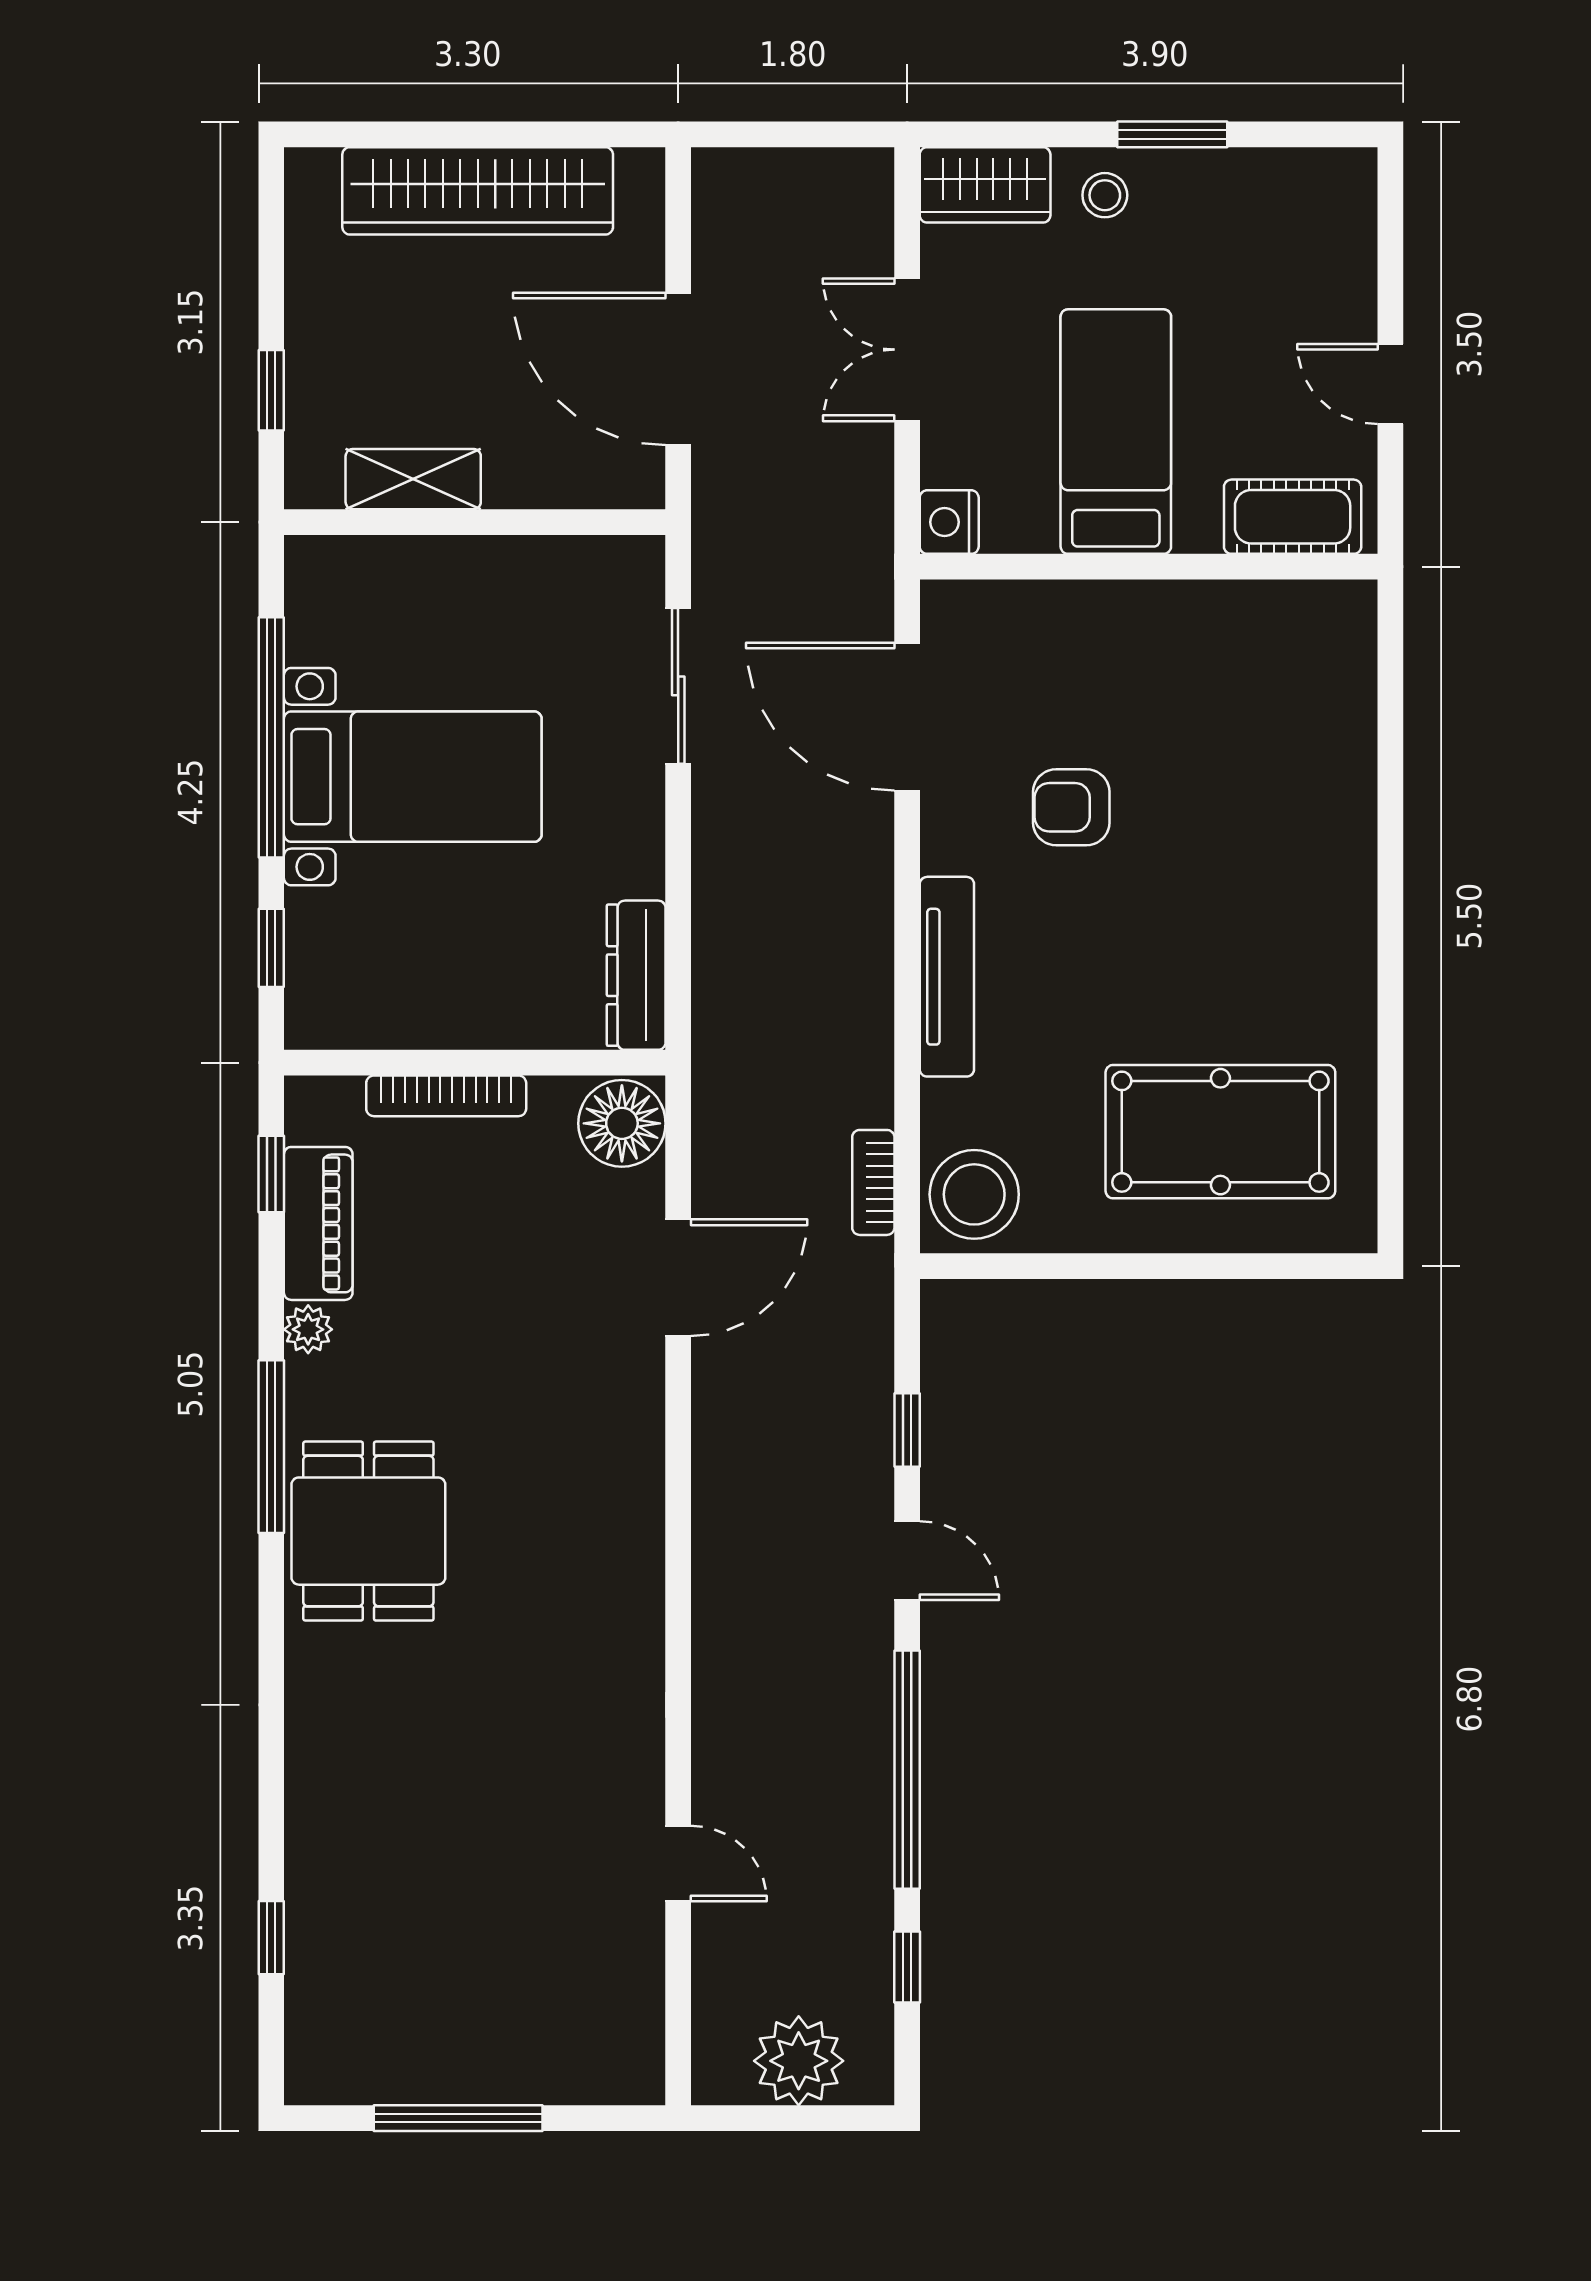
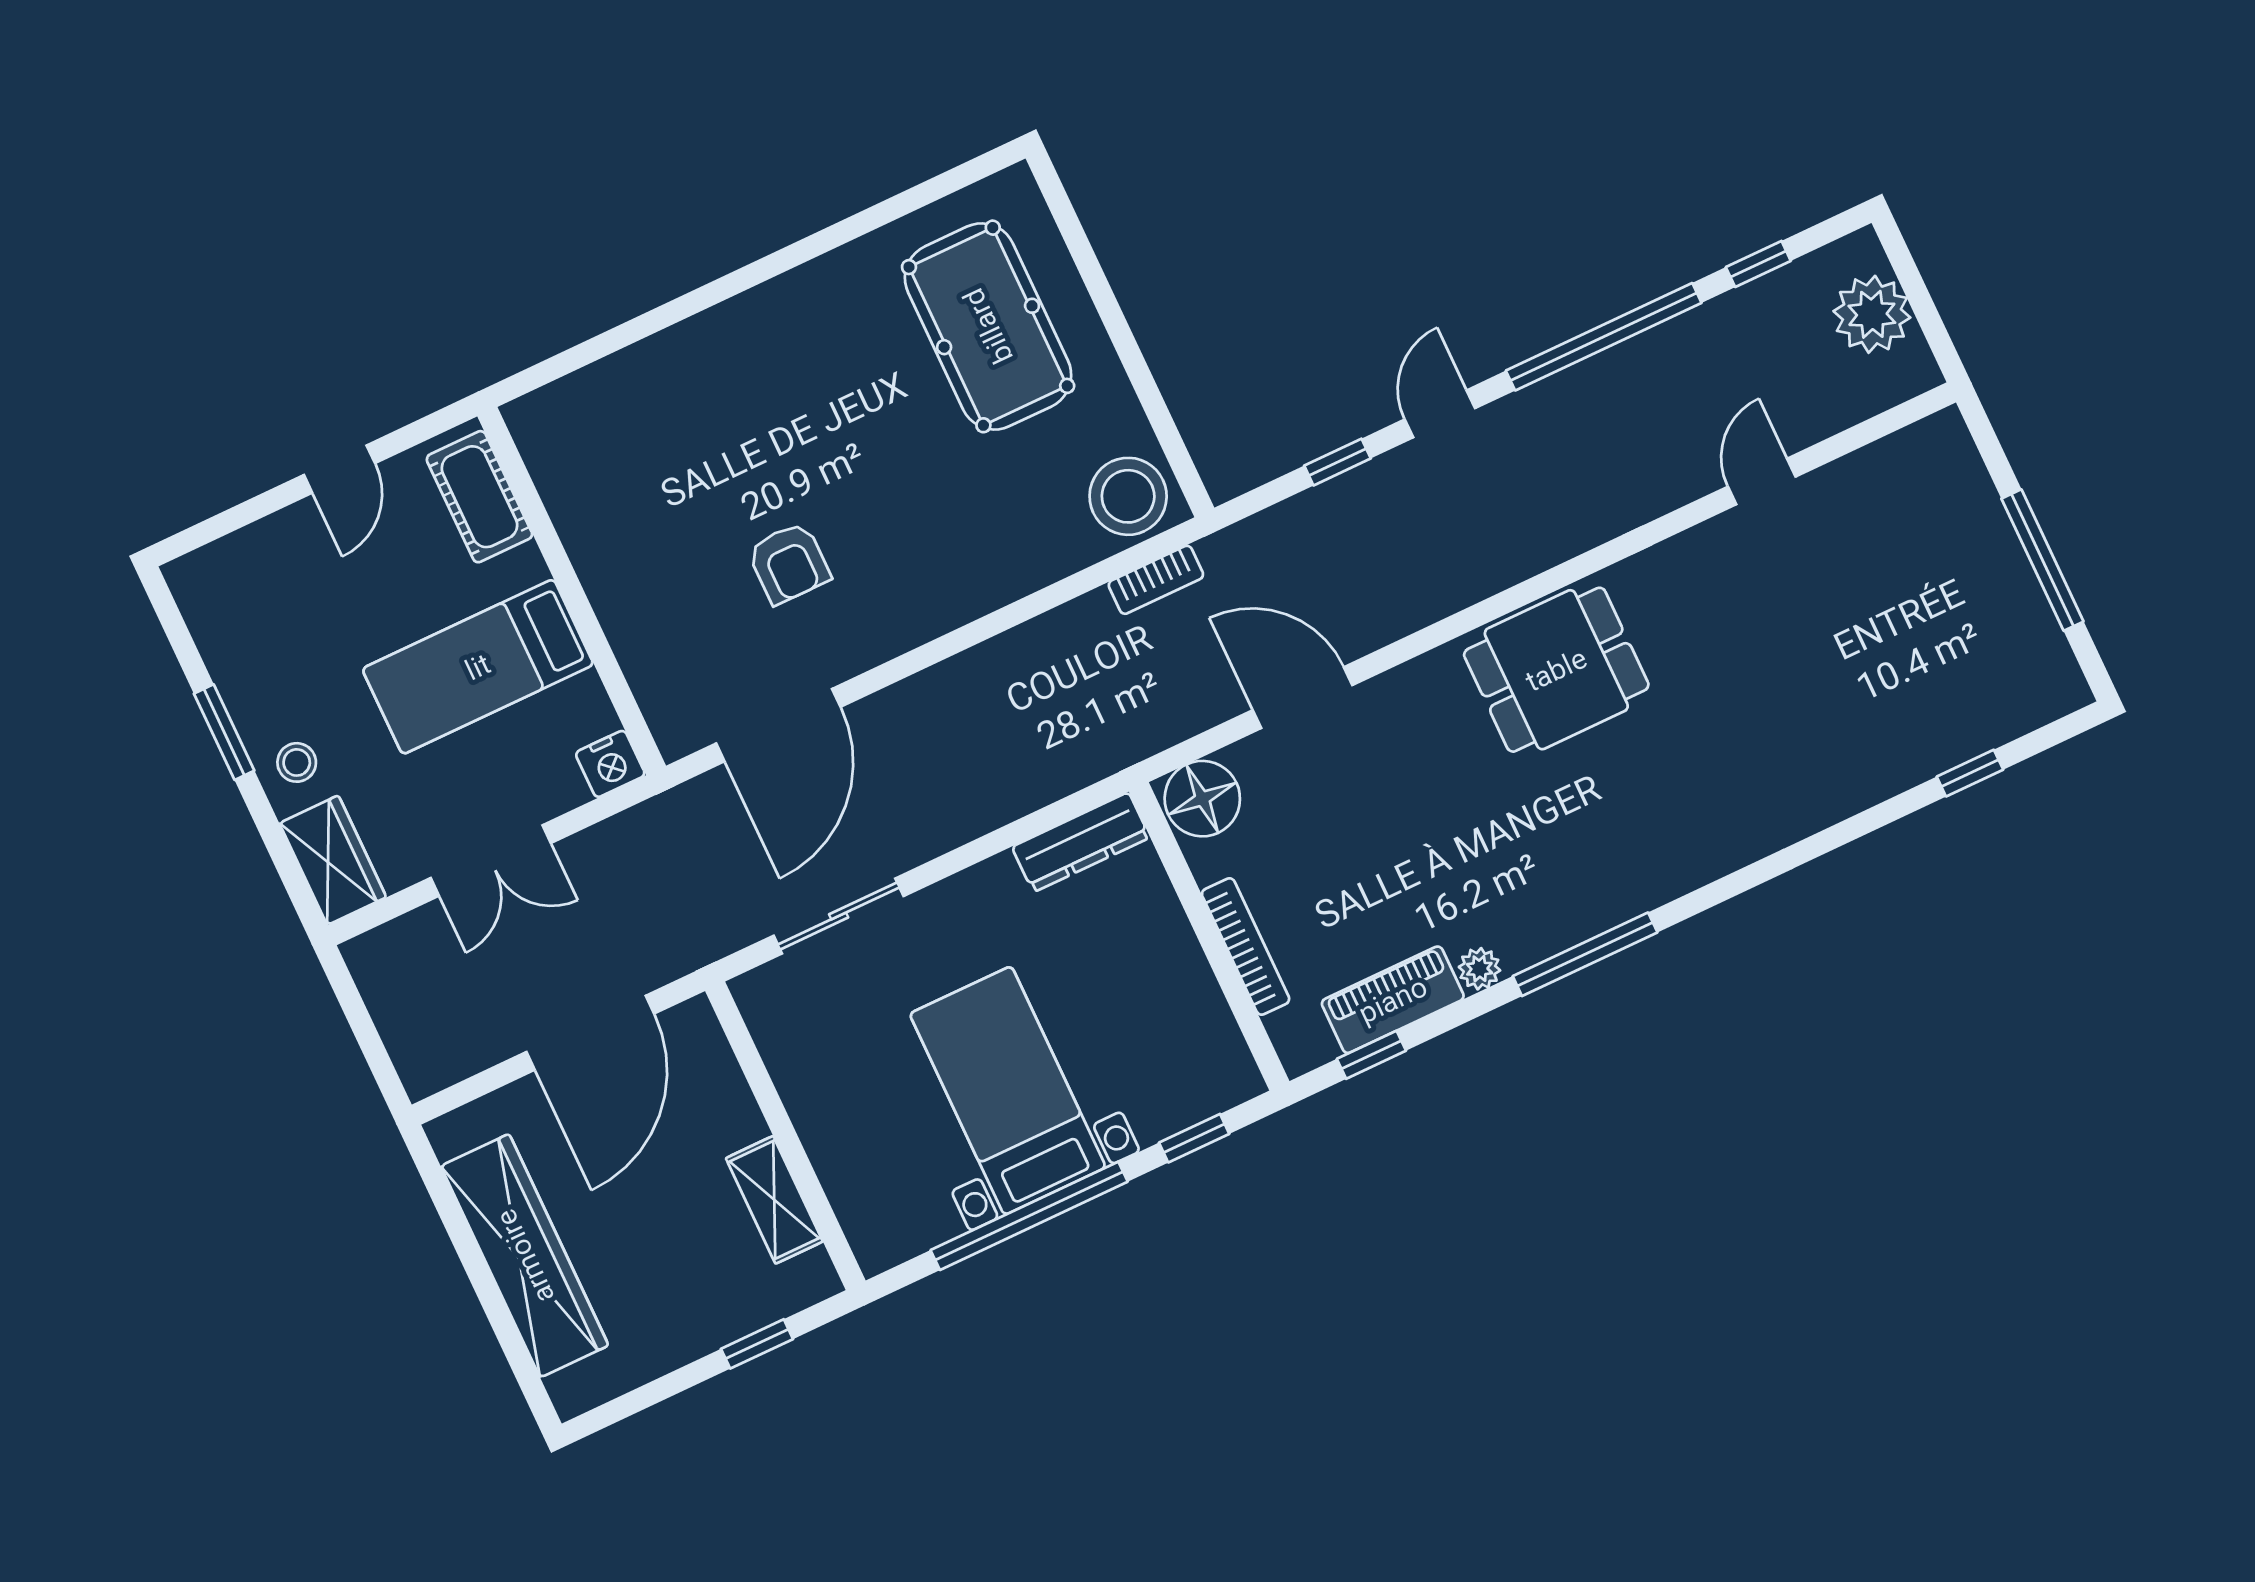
tv unit: (947, 977) -> (968, 598), removed
dining table: (368, 1531) -> (1556, 670), moved

